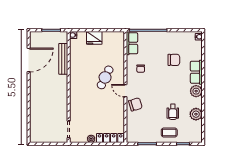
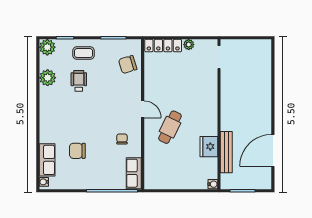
fridge: (94, 38) -> (209, 147), moved, turned -90
row of seats: (196, 72) -> (47, 160), moved
plant: (196, 91) -> (47, 47), moved
chair: (135, 104) -> (128, 65), moved

